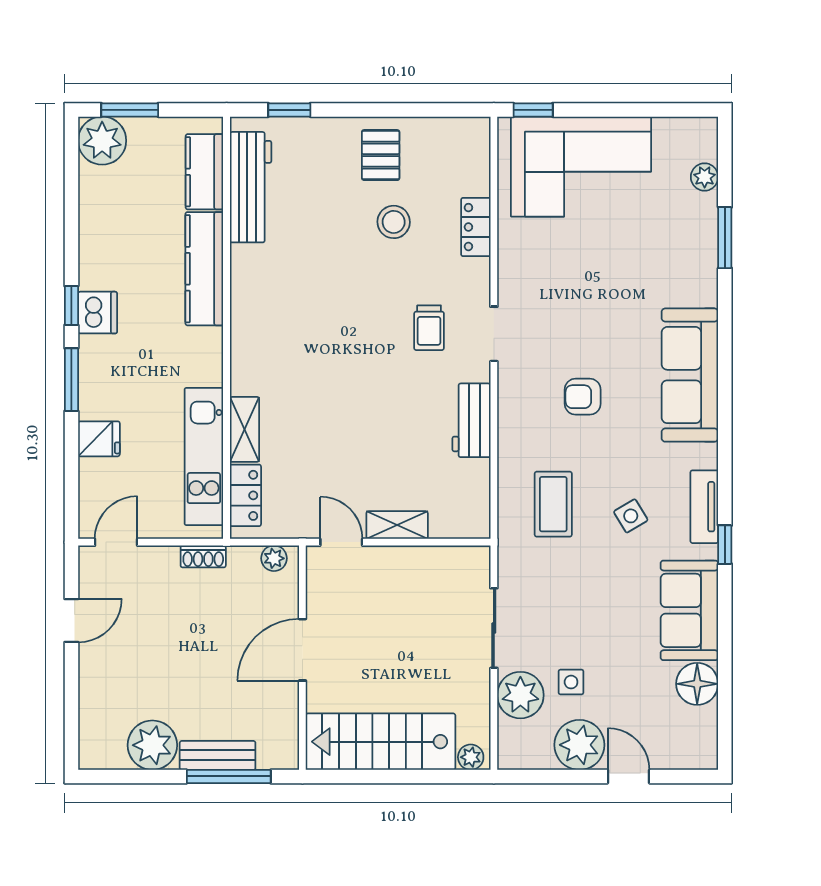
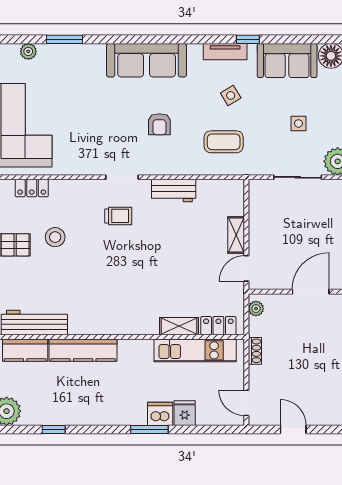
locker: (476, 227) -> (32, 188), moved
window: (71, 306) -> (54, 429), moved
dishwasher: (98, 313) -> (160, 414), moved
door: (302, 650) -> (311, 292), swing flipped
side table: (571, 682) -> (298, 123), moved

